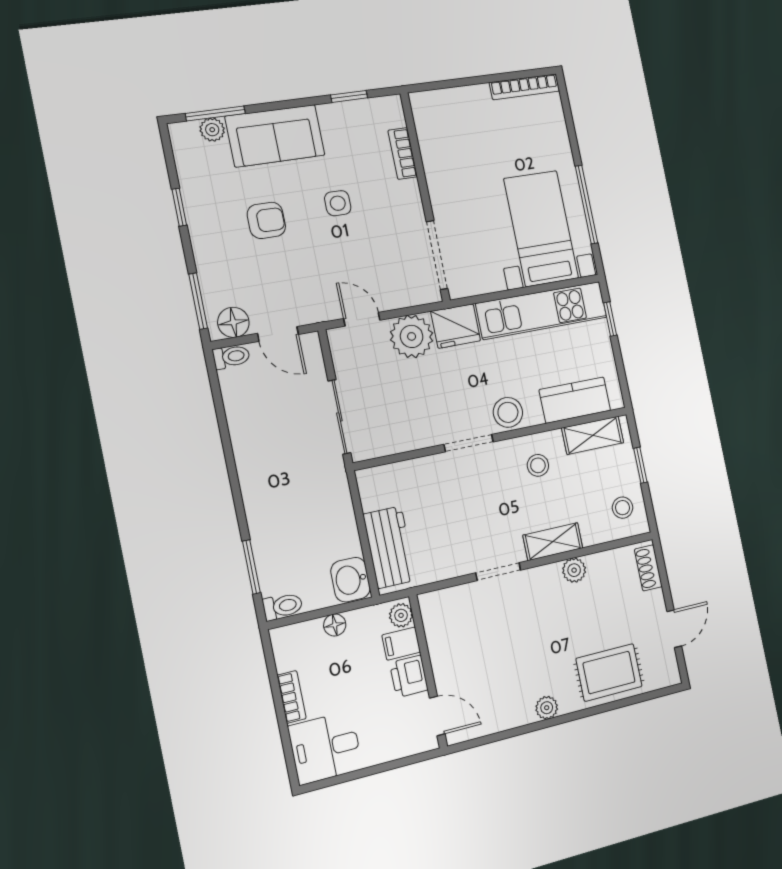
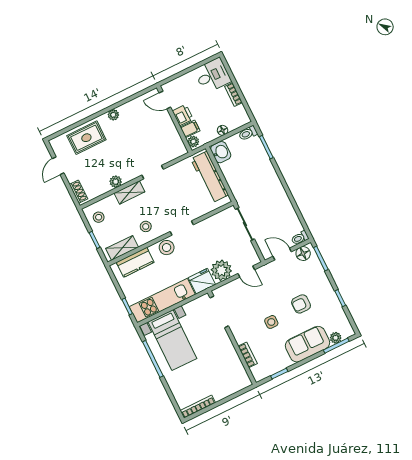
workbench: (390, 547) -> (210, 177), width x1.38

